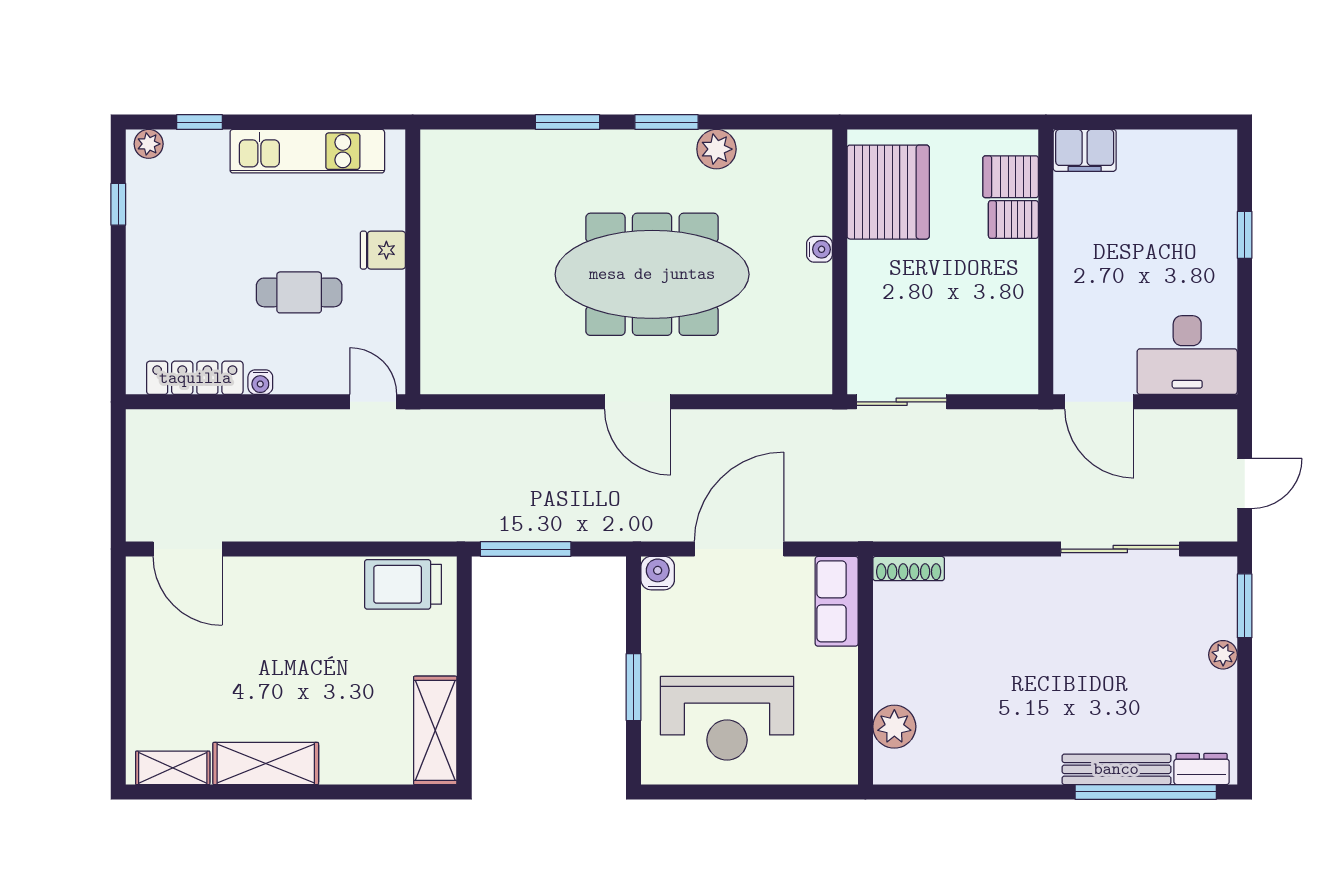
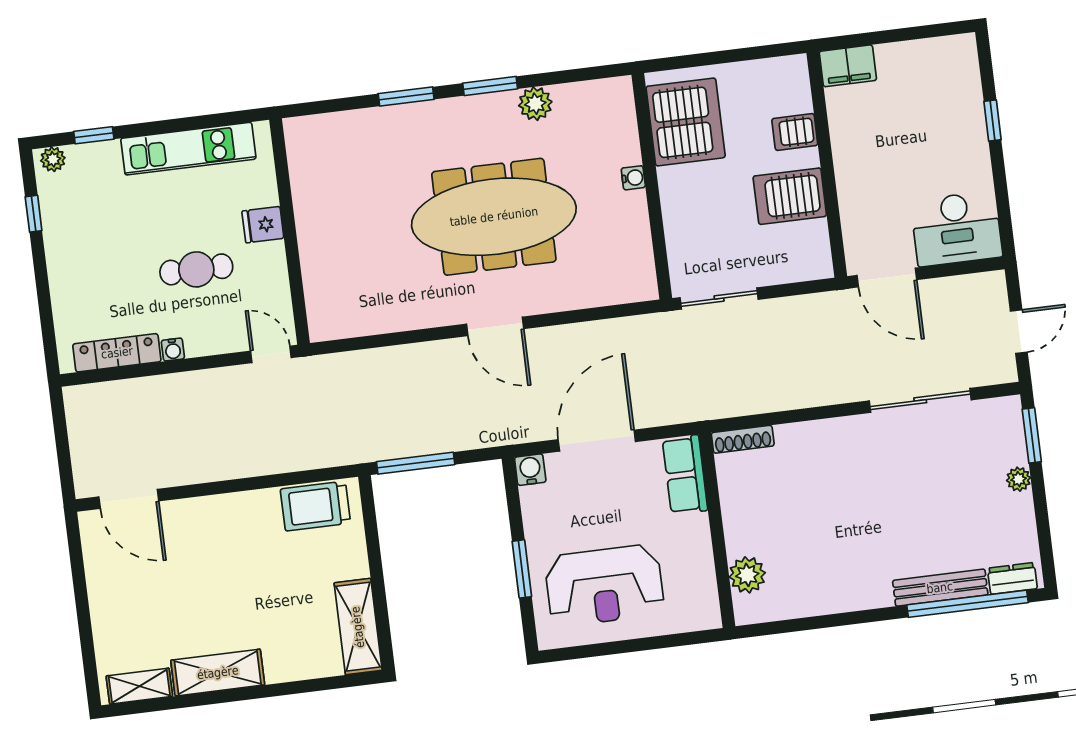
server rack: (1011, 177) -> (790, 196), moved, width x1.36, depth x1.44

